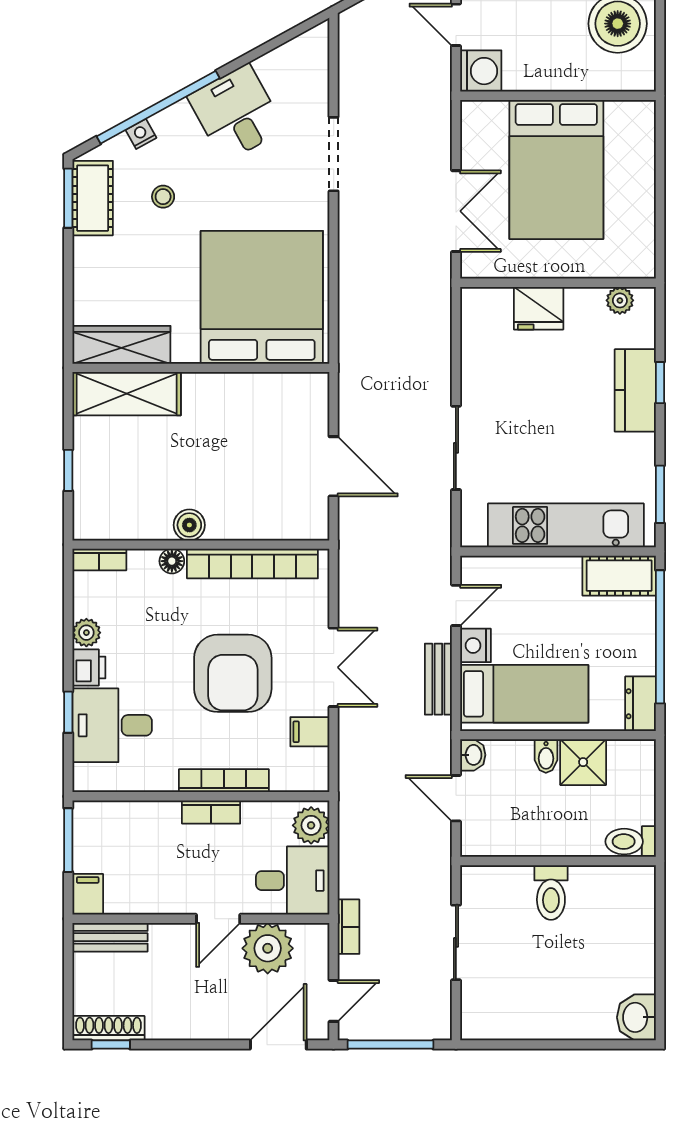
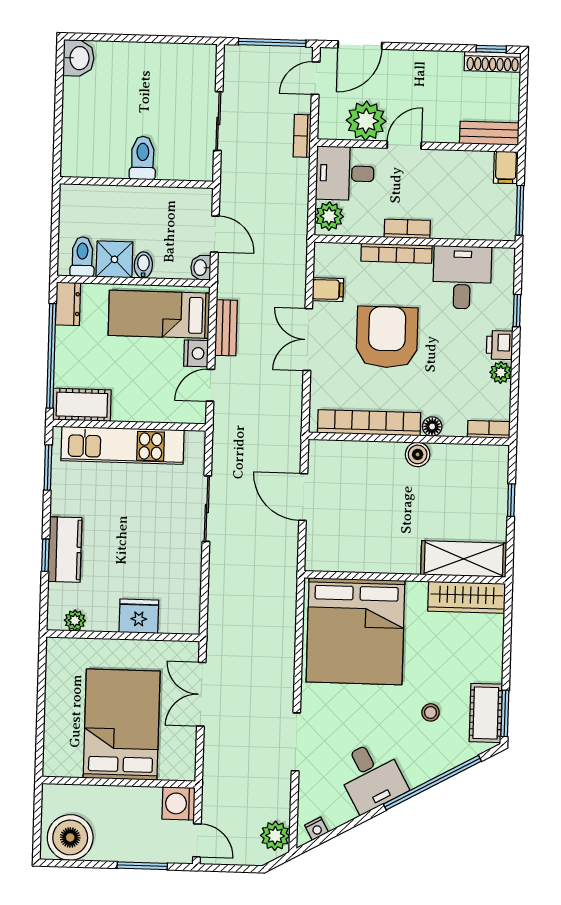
plant: (357, 34) -> (275, 836), added
nightstand: (141, 134) -> (316, 829), moved
desk: (112, 725) -> (462, 277), moved, turned -90
toilet: (631, 842) -> (82, 257), moved, turned -90

